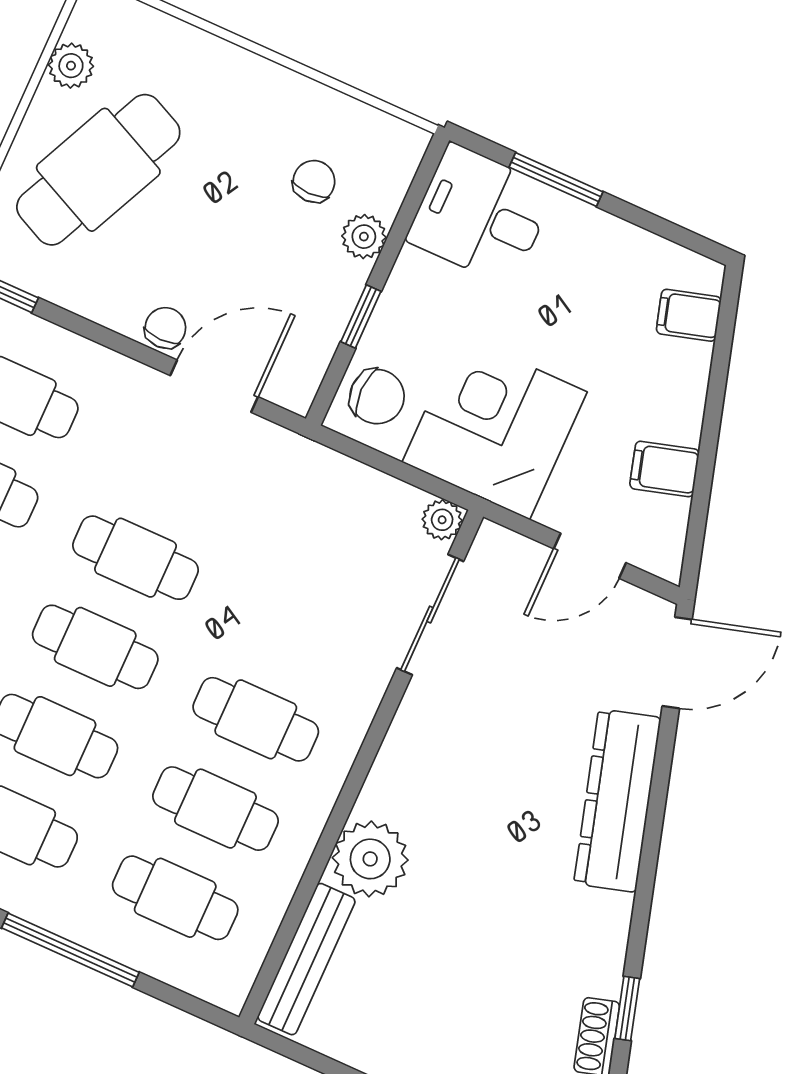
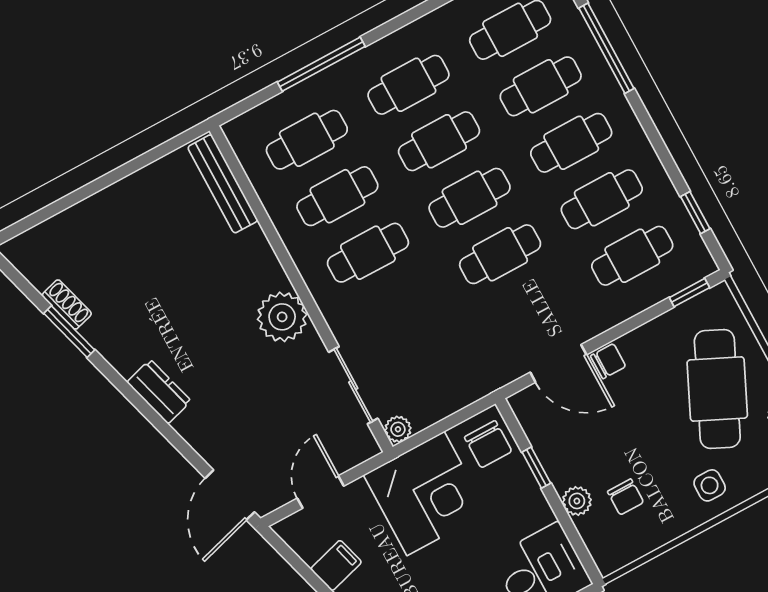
side table: (222, 90) -> (710, 485), added
chair: (165, 328) -> (608, 361), turned -90
door: (214, 386) -> (558, 363), hinge flipped
chair: (377, 397) -> (488, 444), turned -90
dresser: (617, 801) -> (159, 392), width x0.51, depth x0.80
plant: (370, 859) -> (282, 317), moved
window: (627, 1009) -> (69, 332), width x1.50

